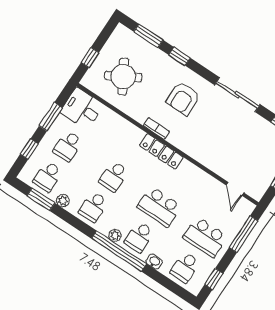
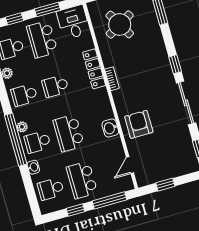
window: (179, 56) -> (175, 64), moved
armchair: (183, 98) -> (139, 124), moved, turned 90
school desk: (68, 146) -> (42, 39), width x1.85
locker: (161, 151) -> (94, 69), moved
washbasin: (191, 172) -> (110, 128), added
window: (214, 279) -> (75, 210), moved

